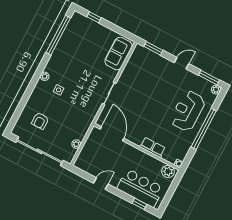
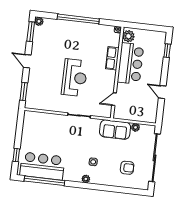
bar counter: (74, 39) -> (42, 166), added
sofa: (119, 54) -> (115, 130), moved
reception desk: (188, 111) -> (74, 78), moved, turned -90
door: (112, 134) -> (114, 99), width x0.53
bar counter: (140, 188) -> (130, 63), moved, turned 180

